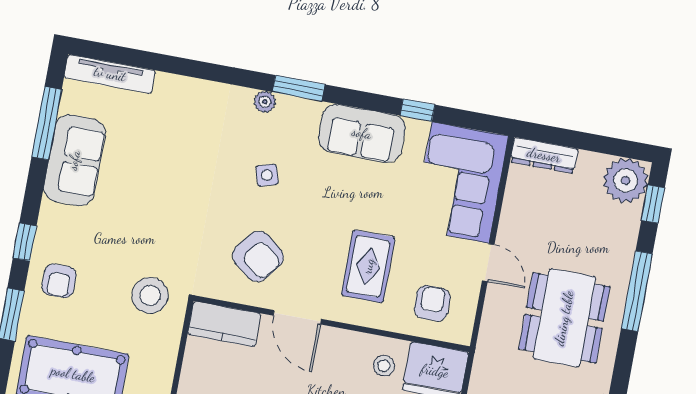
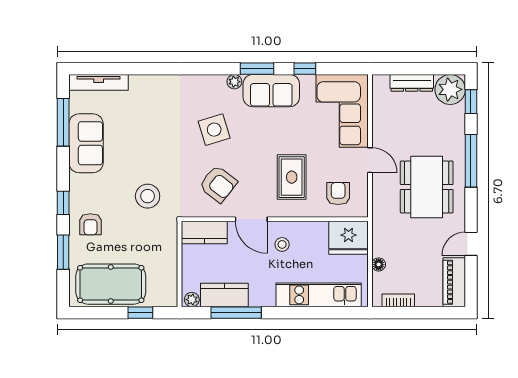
window: (299, 88) -> (257, 69), moved
plant: (265, 102) -> (234, 82), moved
dresser: (544, 155) -> (412, 83), moved
side table: (267, 175) -> (214, 130), width x1.87, depth x1.87
stool: (150, 295) -> (148, 196), moved
stool: (384, 366) -> (282, 244), moved

